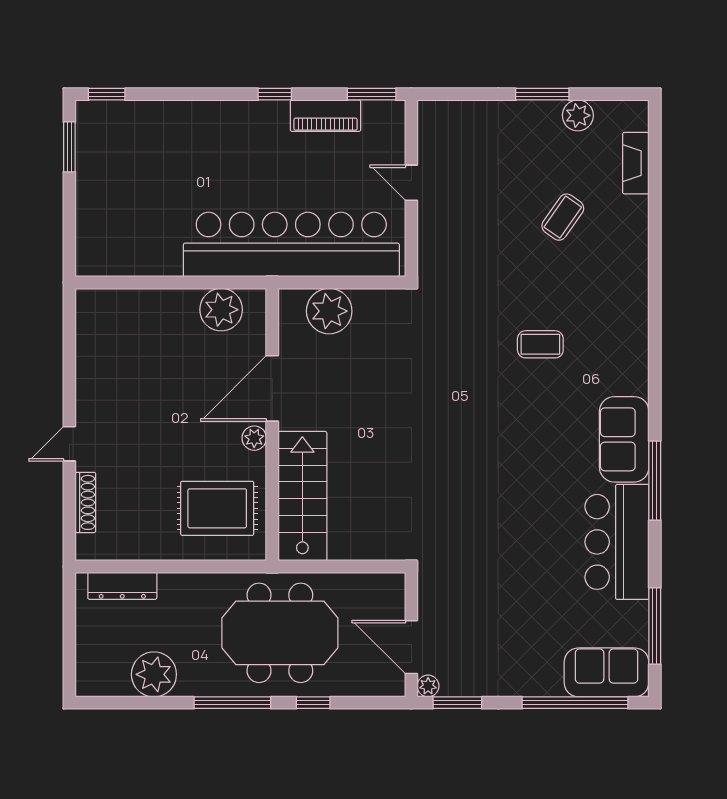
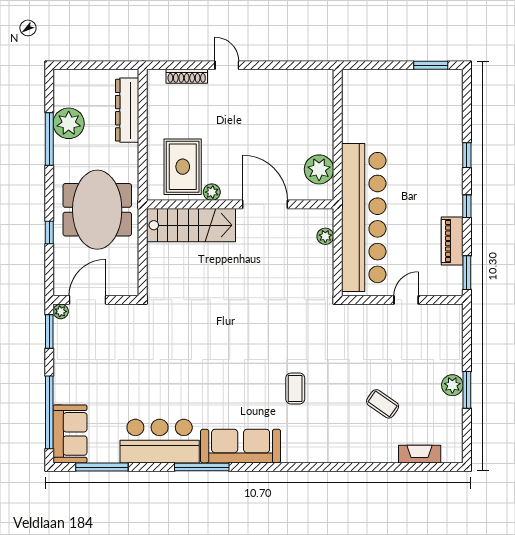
window: (107, 94) -> (467, 155), moved
plant: (578, 115) -> (452, 385), moved
plant: (329, 311) -> (325, 236), width x0.53, depth x0.53
plant: (254, 438) -> (212, 192), moved
sofa: (624, 439) -> (241, 446), width x1.36
dresser: (122, 586) -> (127, 110), width x1.37, depth x1.24
window: (232, 703) -> (49, 139), moved

